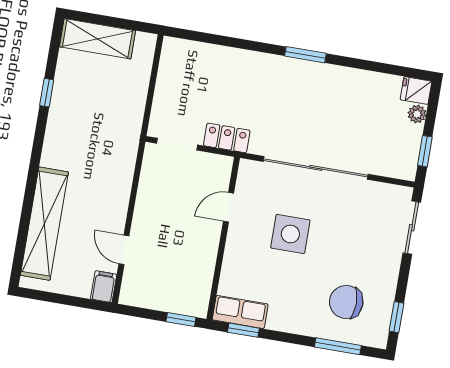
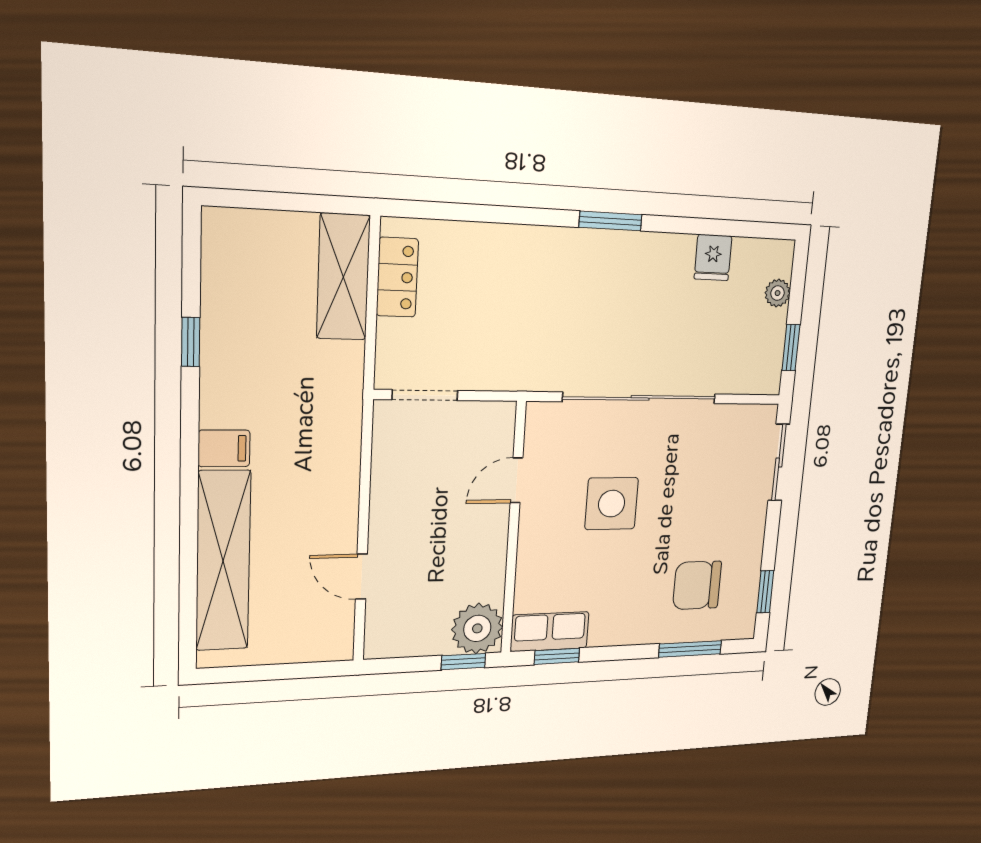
shelving: (97, 39) -> (343, 277), moved, turned 90
fridge: (416, 91) -> (713, 257), moved, turned -90
locker: (227, 138) -> (397, 277), moved, turned 90
filing cabinet: (104, 287) -> (224, 448), moved, turned 90
plant: (192, 299) -> (477, 628), added

